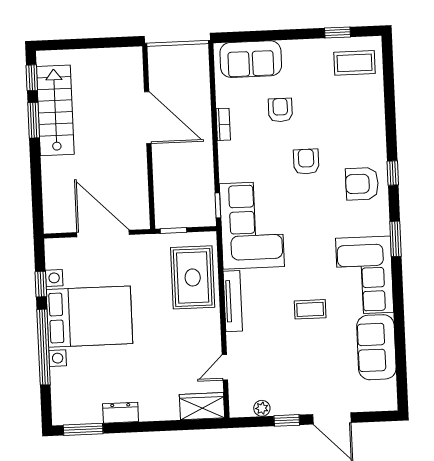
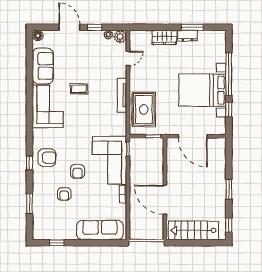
sofa: (251, 59) -> (100, 230), width x1.36
coffee table: (355, 63) -> (48, 225), removed
stairs: (55, 110) -> (193, 230), moved, turned 90
armchair: (280, 110) -> (64, 194), moved
window: (34, 120) -> (229, 189), moved
corner sofa: (252, 225) -> (109, 160), moved
window: (396, 239) -> (29, 204), moved
floor lamp: (388, 401) -> (38, 35), added
wardrobe: (202, 406) -> (164, 37), moved
plant: (241, 406) -> (120, 37), added
window: (83, 429) -> (192, 27), moved

